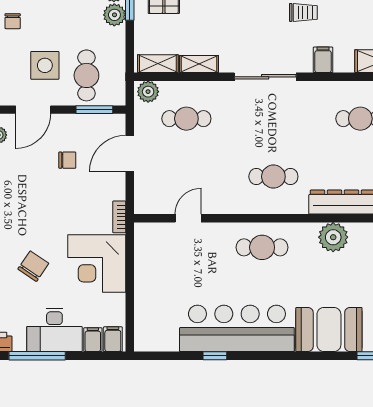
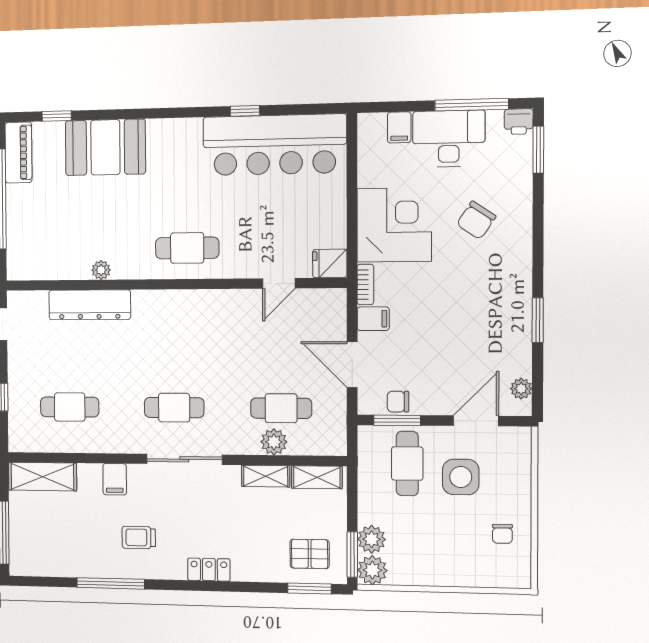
chair: (13, 21) -> (502, 534), turned 180
plant: (148, 92) -> (274, 442), moved
door: (130, 154) -> (352, 365), swing flipped
chair: (67, 160) -> (398, 402), moved
cafe table: (273, 177) -> (174, 408), moved
fridge: (147, 234) -> (330, 263), added
plant: (333, 237) -> (101, 270), width x0.53, depth x0.53
bar counter: (237, 328) -> (275, 145), moved
filing cabinet: (113, 339) -> (373, 319), moved, turned -90

